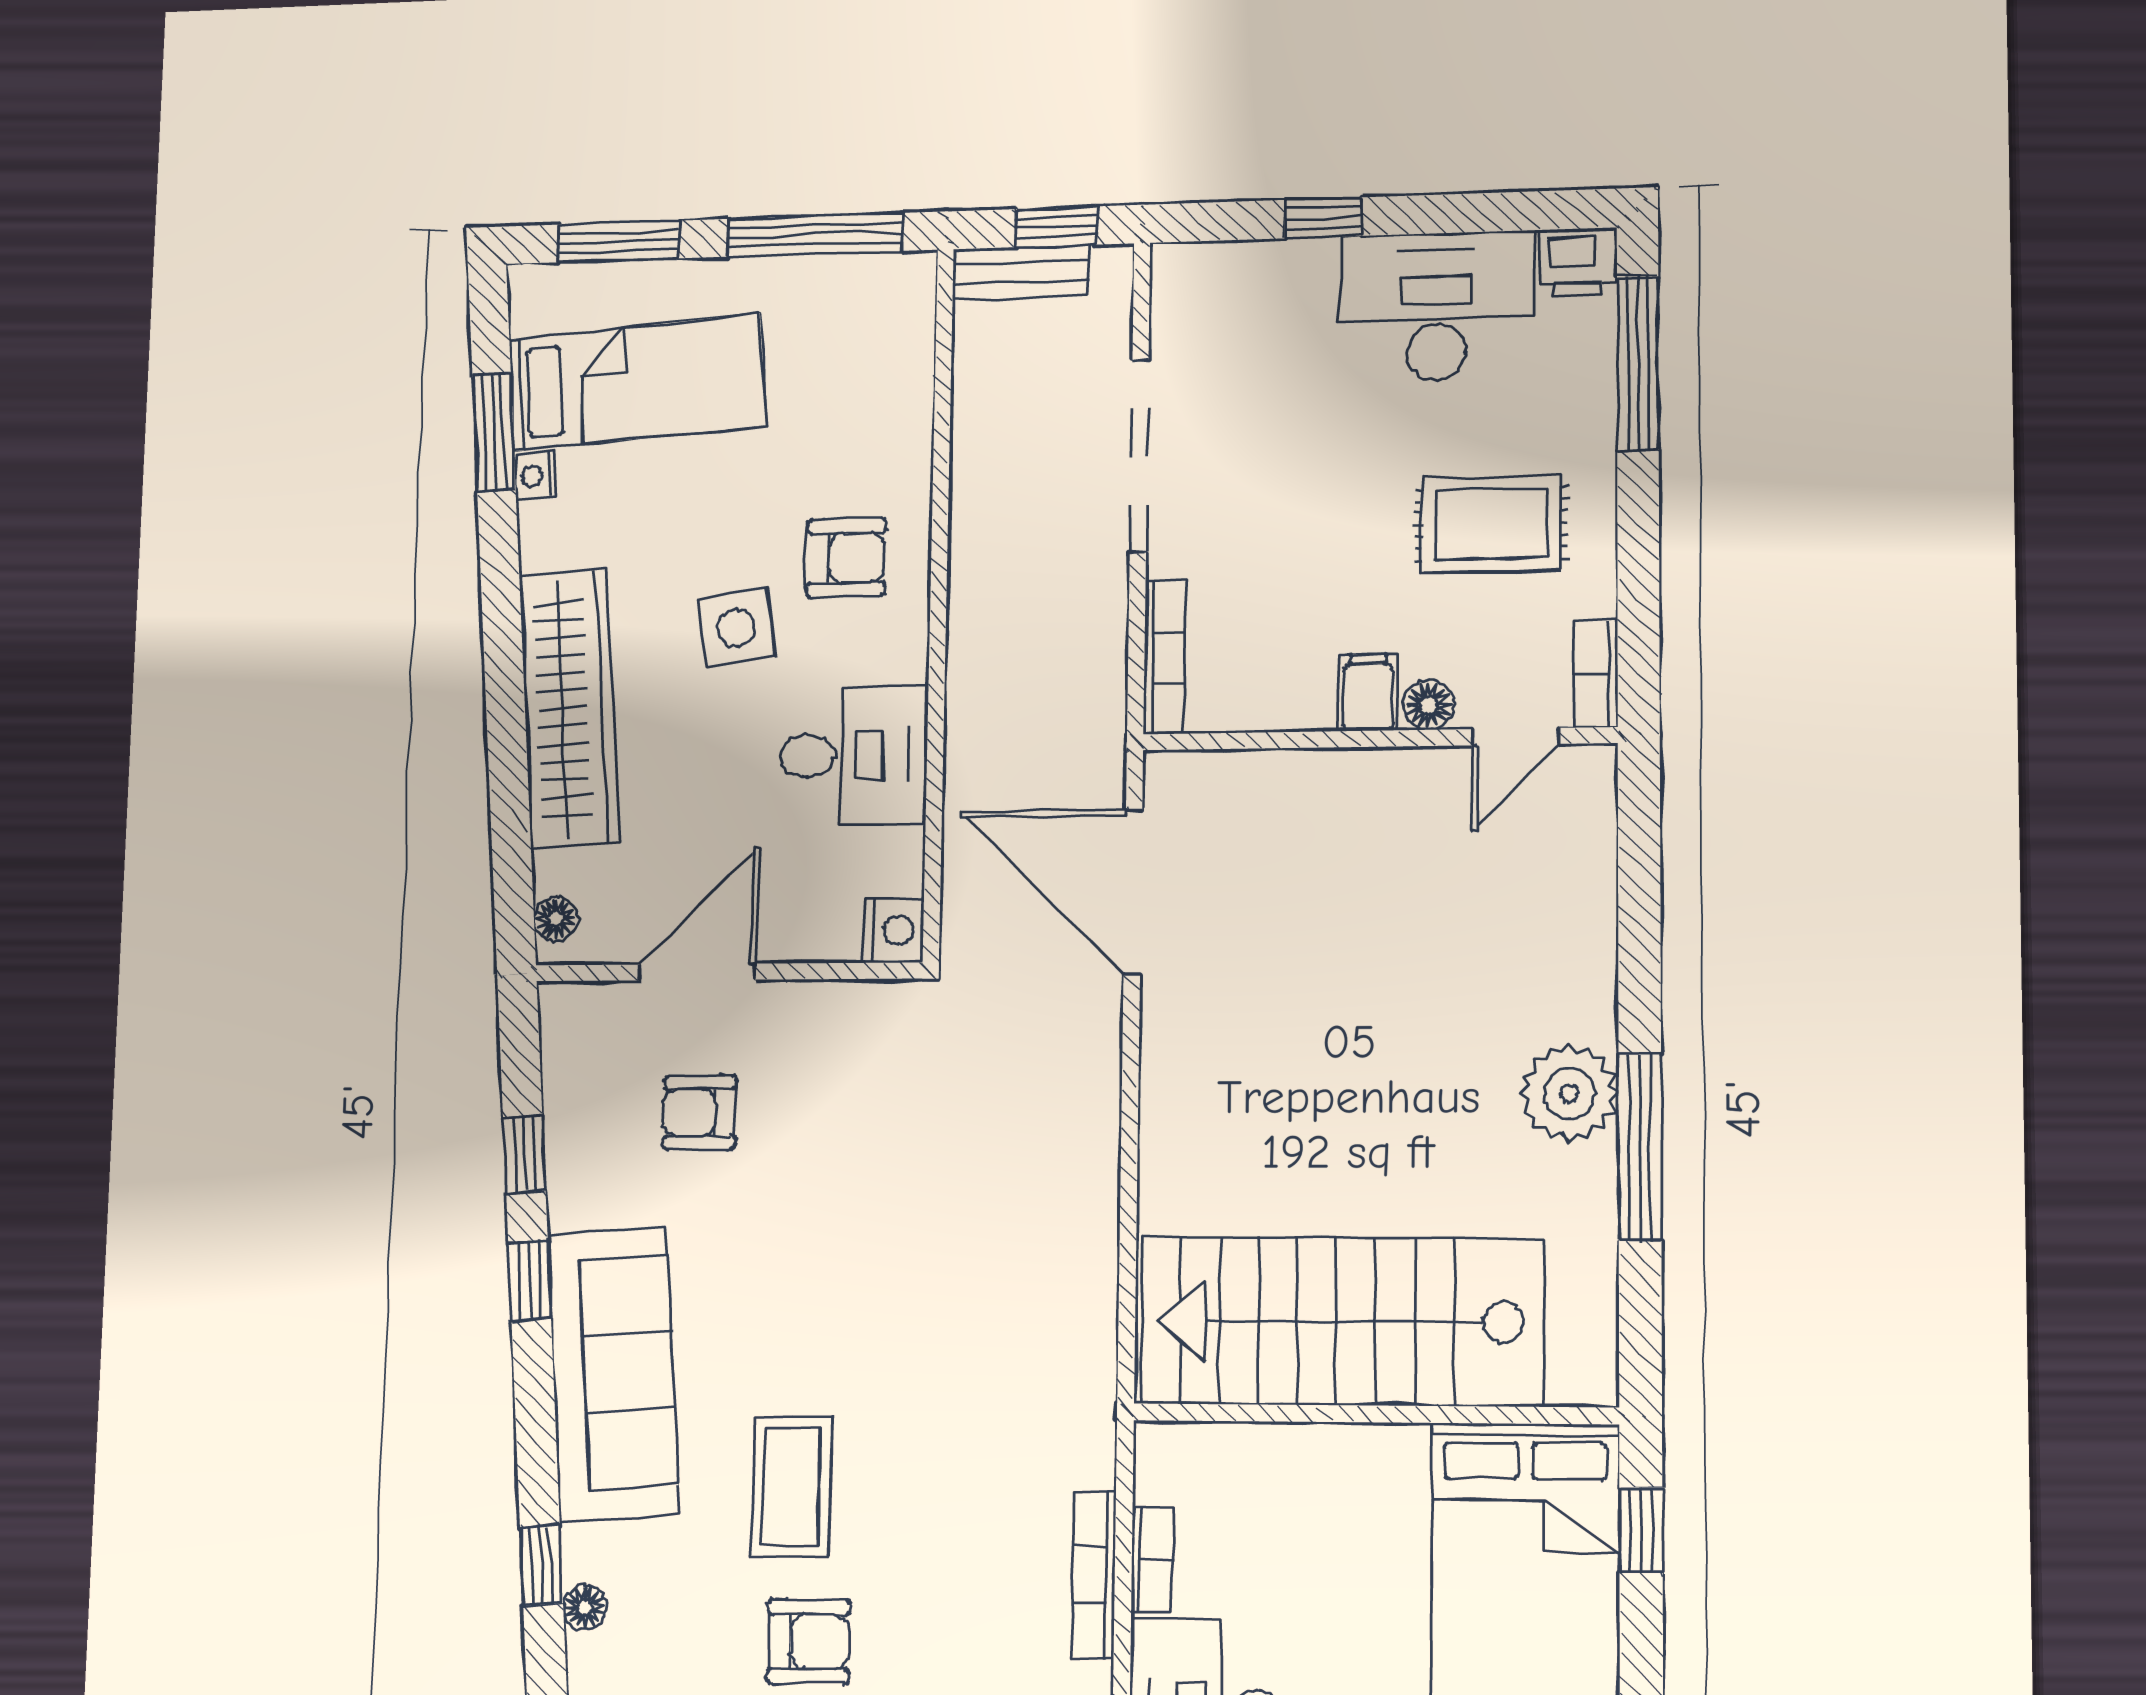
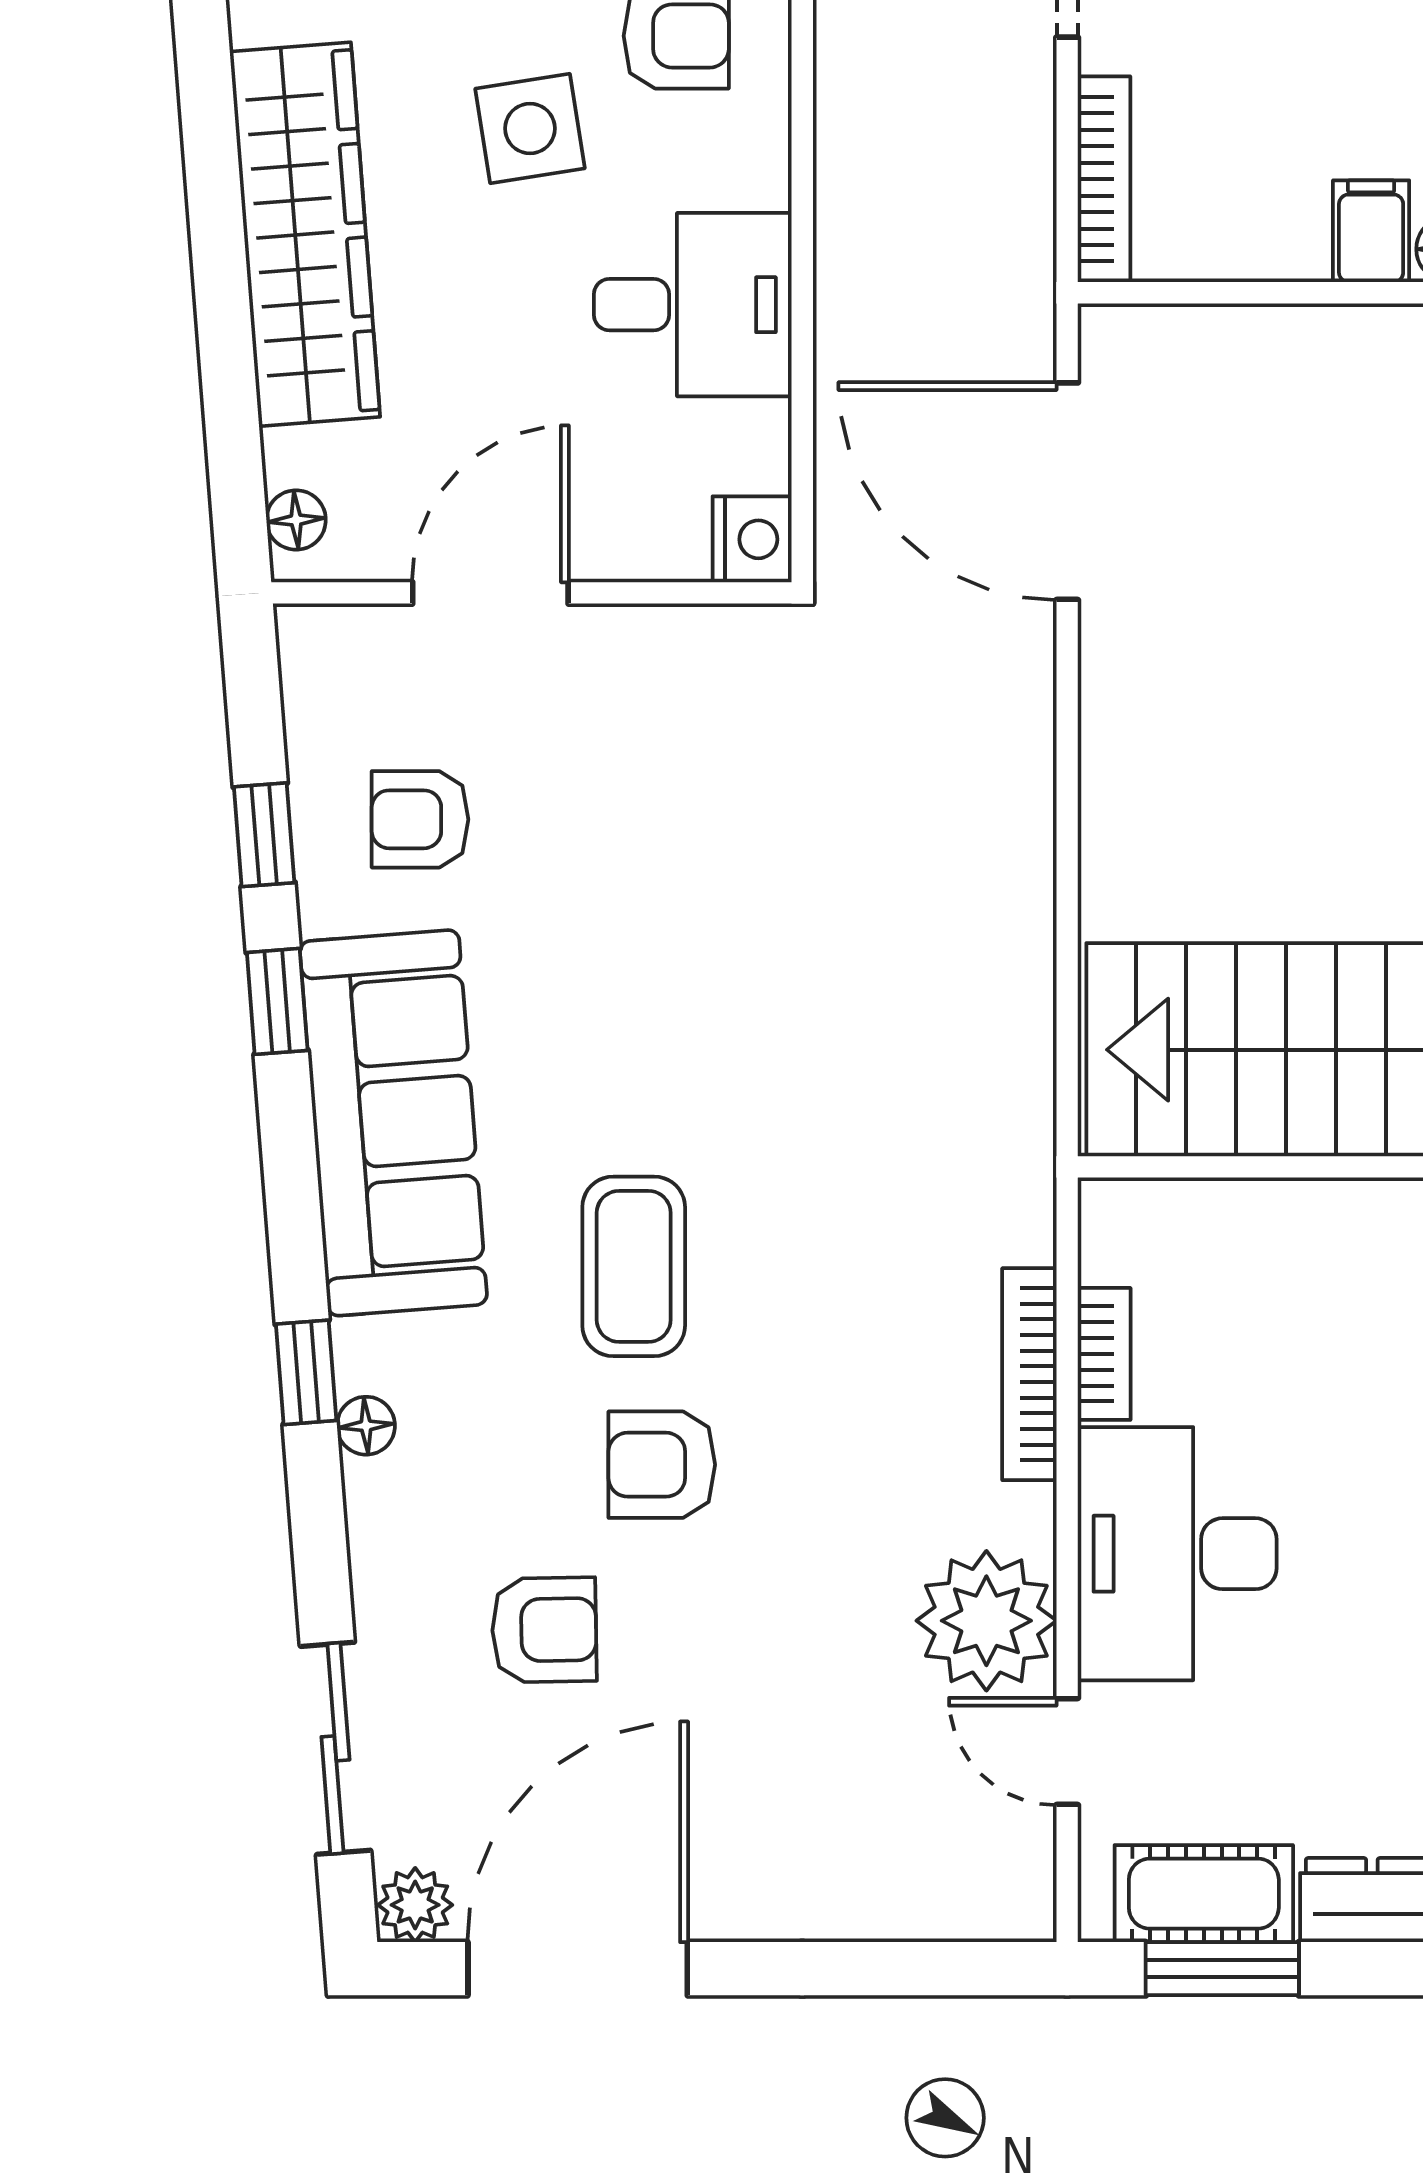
armchair: (700, 1112) -> (420, 819), moved
armchair: (809, 1642) -> (662, 1465), turned 180

